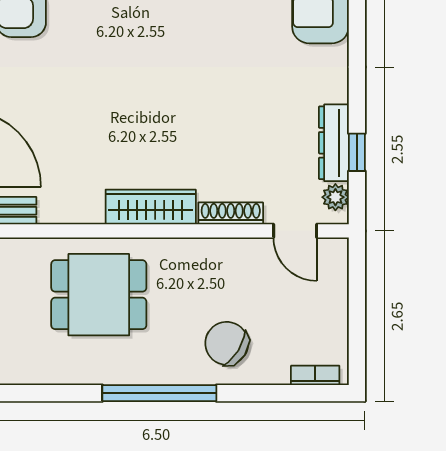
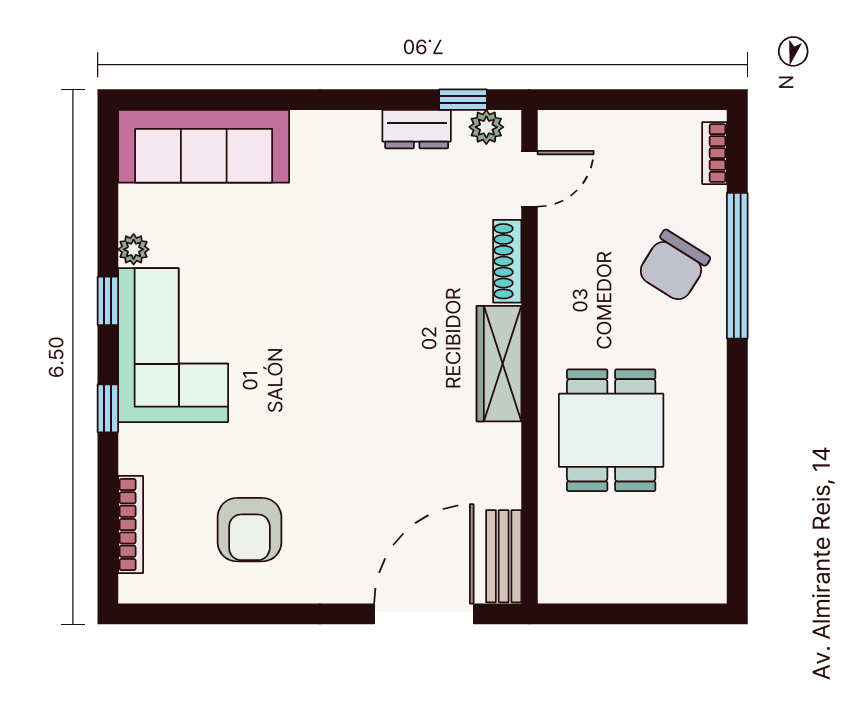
dresser: (334, 143) -> (417, 129), width x0.70
window: (357, 152) -> (463, 100), moved
window: (159, 393) -> (737, 266), moved

